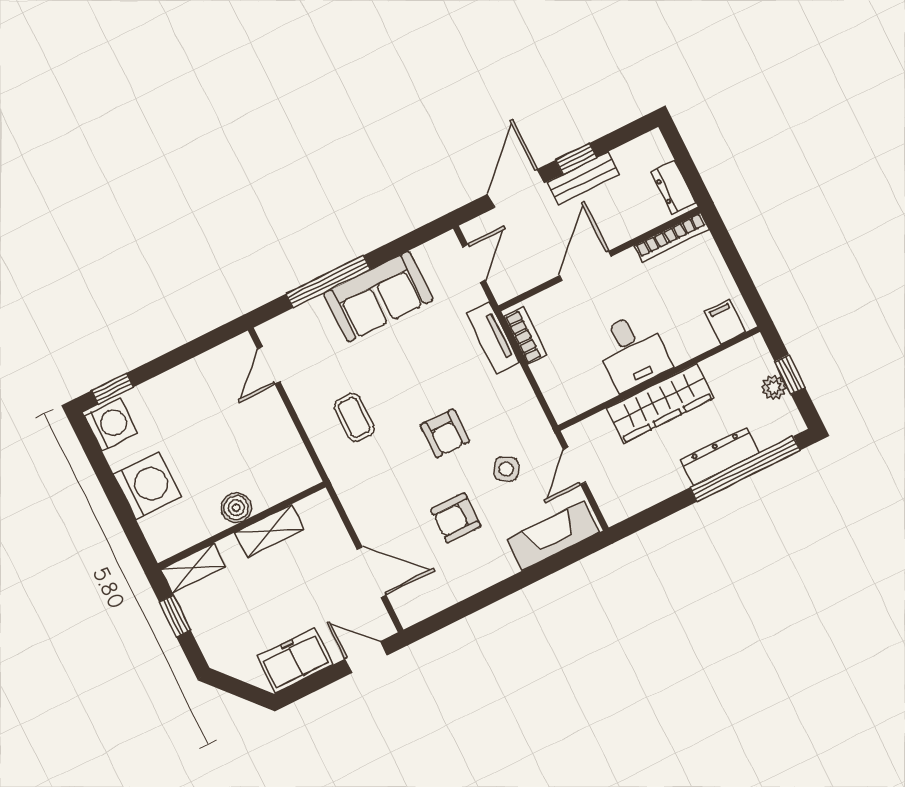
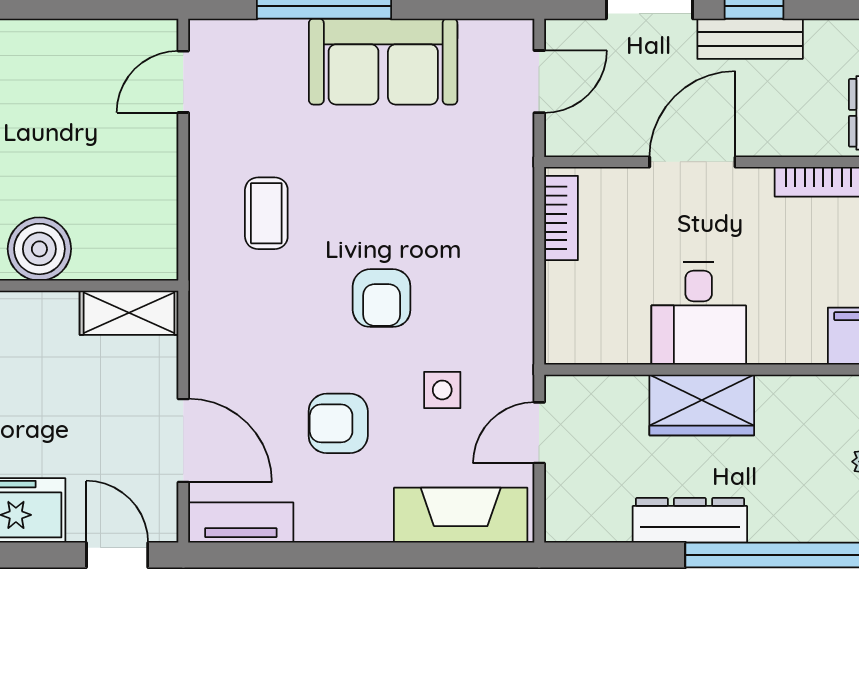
tv unit: (493, 338) -> (241, 523), moved, turned 90
wardrobe: (660, 403) -> (702, 405), width x0.67
dresser: (720, 456) -> (690, 520), moved
side table: (506, 469) -> (442, 390), turned -31
boiler: (236, 508) -> (39, 249), width x1.36, depth x1.36
shelving: (269, 531) -> (129, 313), moved

